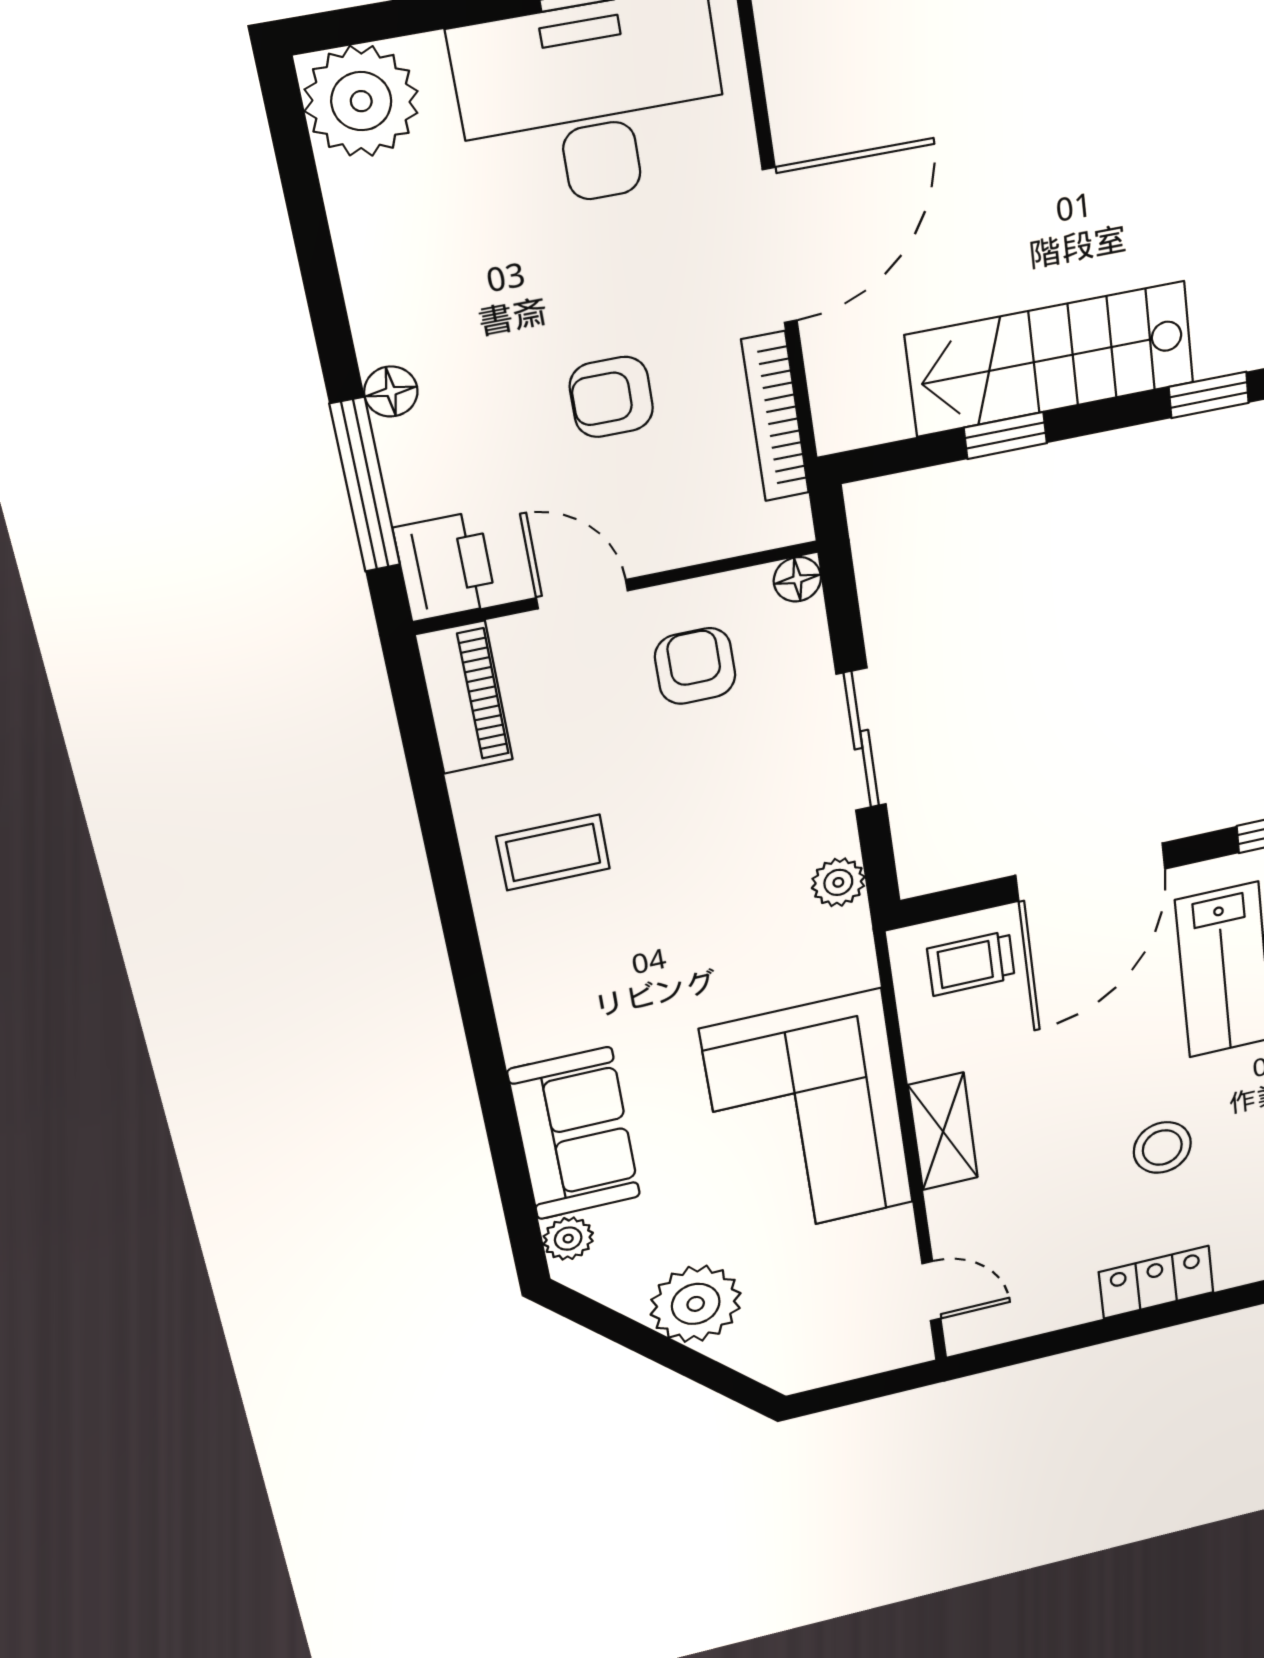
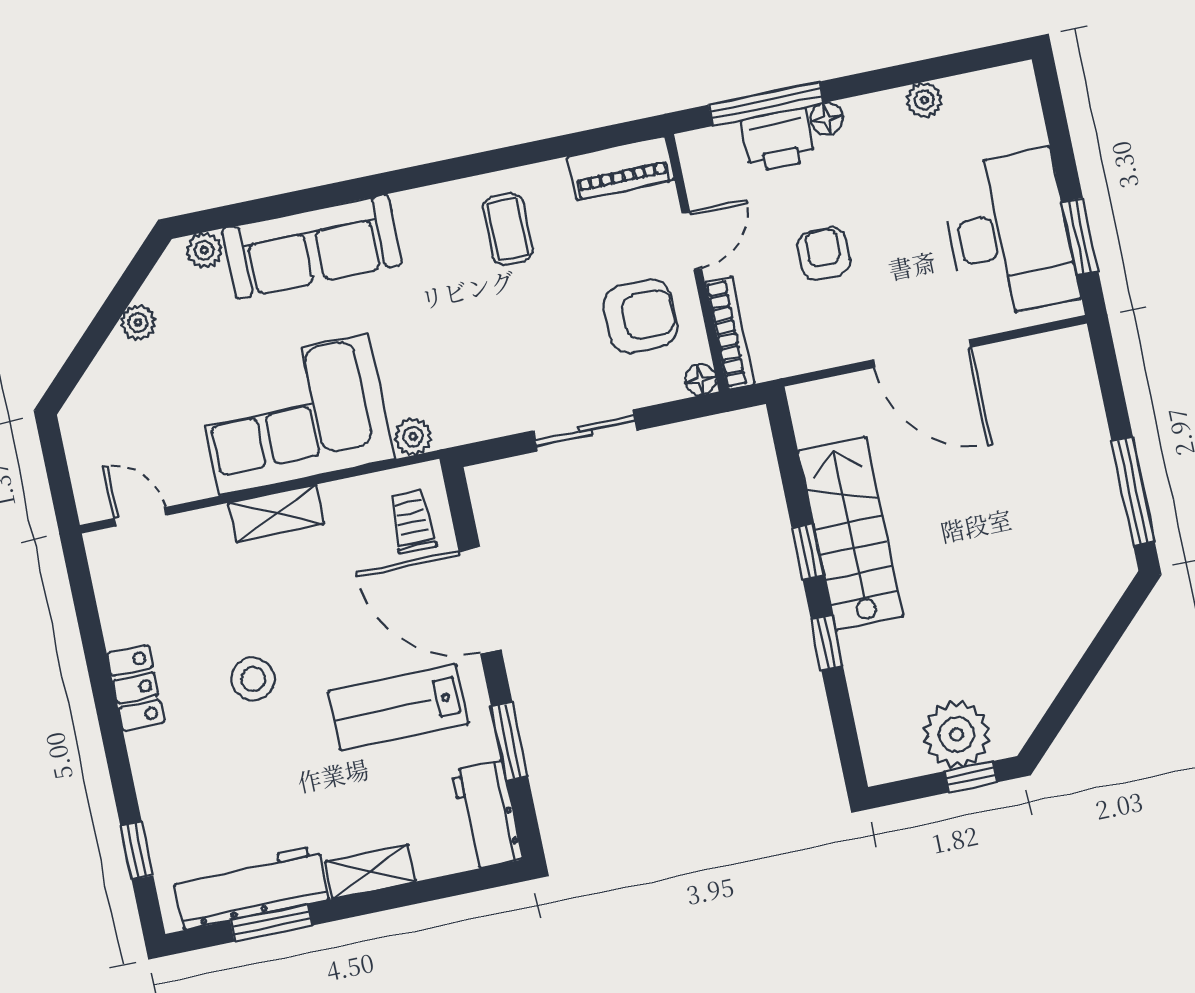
plant: (361, 101) -> (924, 100), moved, width x0.53, depth x0.53
bookcase: (775, 417) -> (730, 333), moved, turned 90
window: (1005, 435) -> (808, 552), moved
printer: (445, 567) -> (778, 140), moved
armchair: (695, 666) -> (640, 316), width x1.38, depth x1.38
plant: (838, 882) -> (413, 437), moved
sofa: (574, 1134) -> (312, 247), width x1.36
door: (931, 1291) -> (140, 517), swing flipped
plant: (696, 1304) -> (138, 322), width x0.53, depth x0.53

